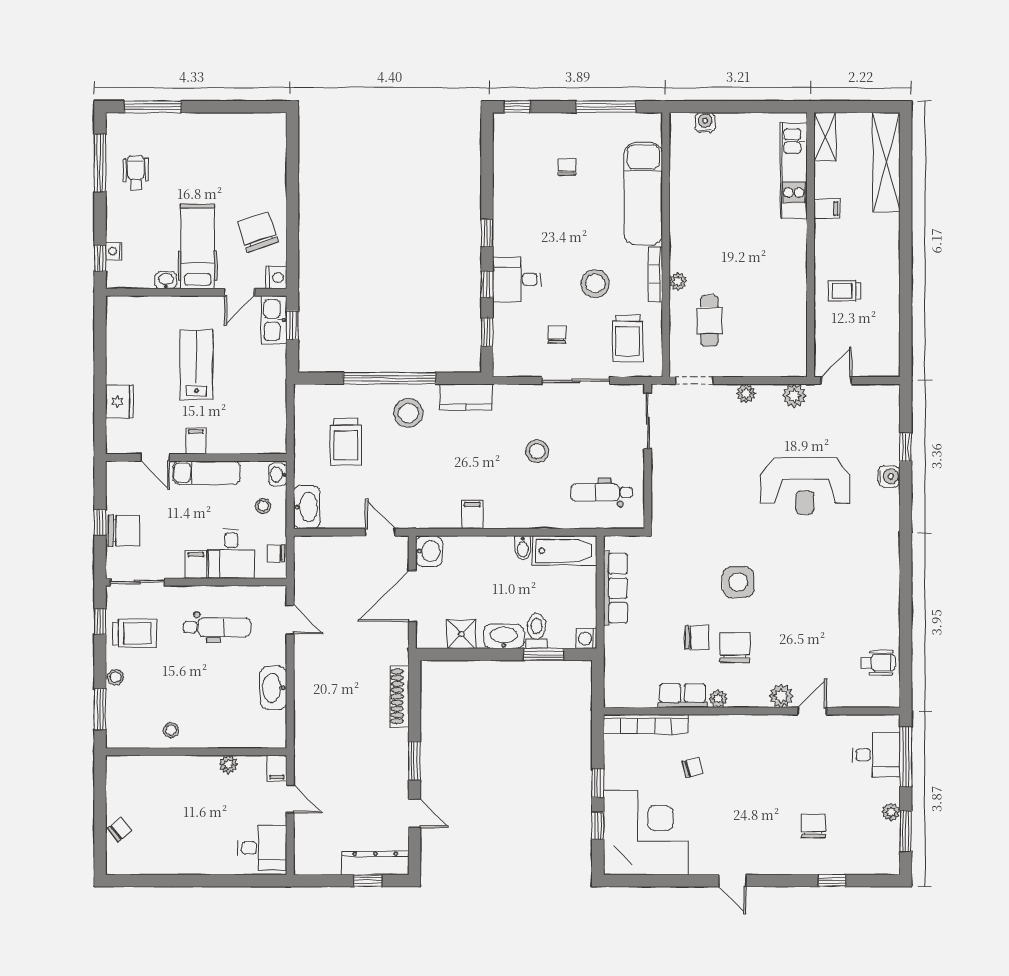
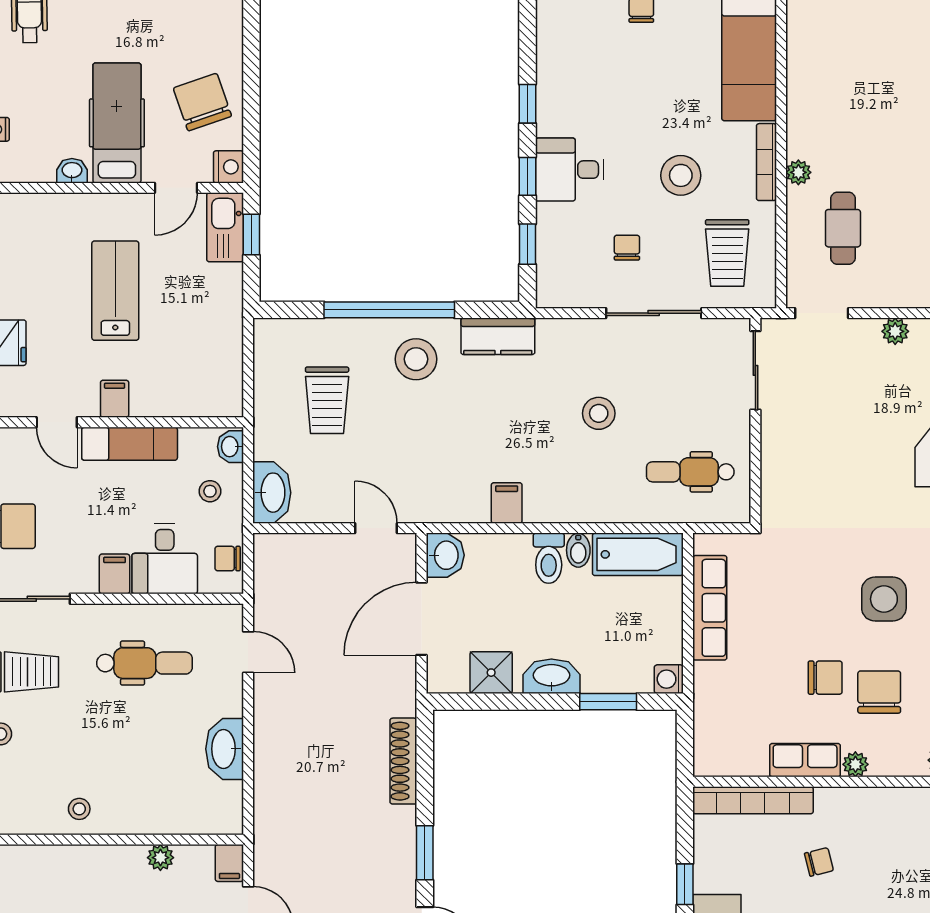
toilet: (536, 631) -> (549, 558), moved, turned 180

